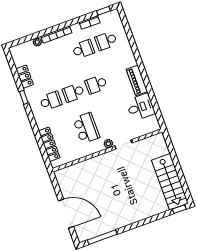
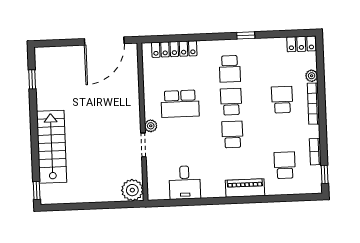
school desk: (83, 49) -> (282, 100), moved, turned 180
locker: (25, 77) -> (301, 44), moved
piano: (137, 80) -> (245, 188), moved
plant: (158, 142) -> (132, 190), added
stairs: (170, 182) -> (52, 147), moved, turned 90
door: (66, 214) -> (104, 41), moved
window: (102, 237) -> (32, 79), width x0.46

